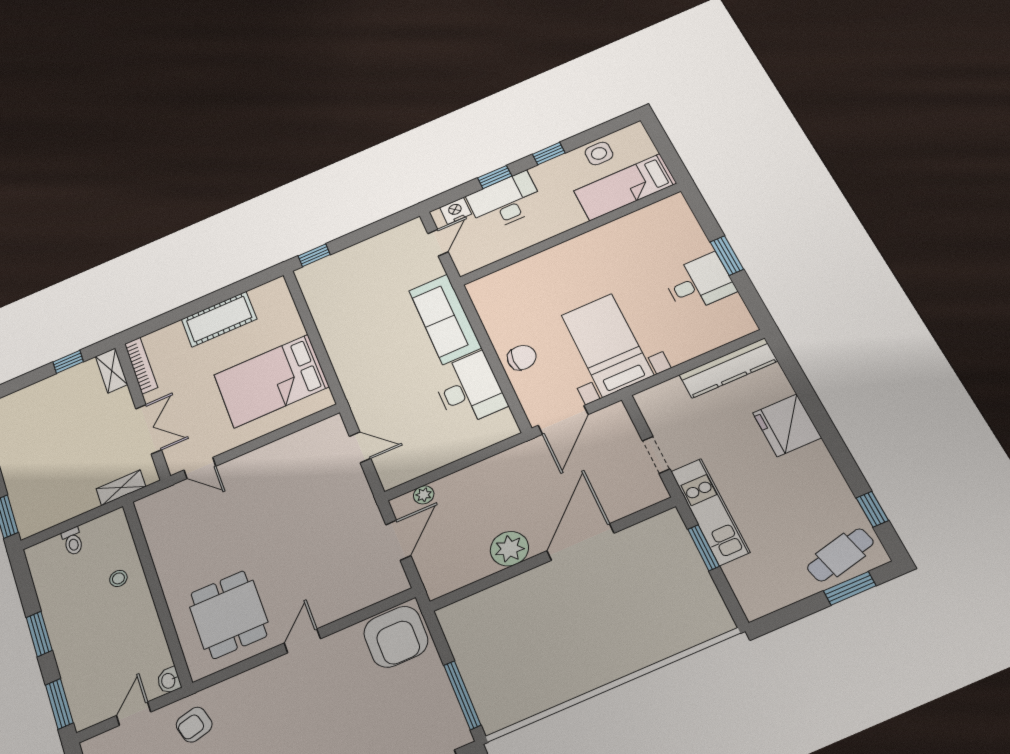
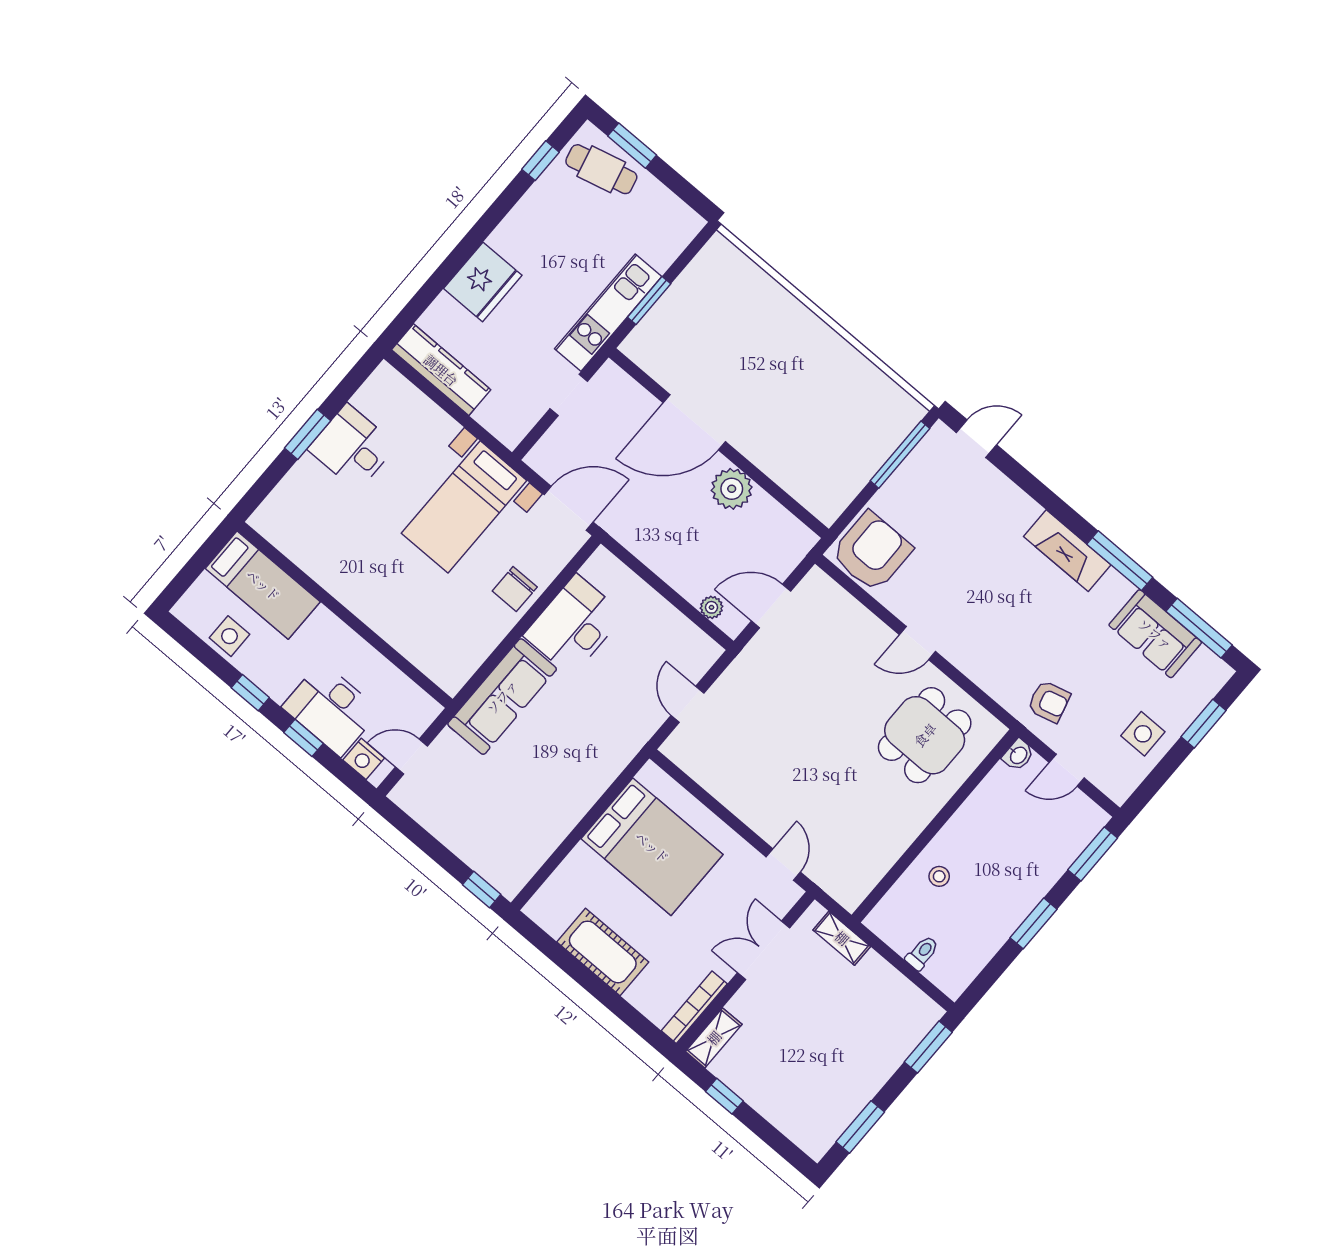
chair: (522, 358) -> (515, 589), turned -90

